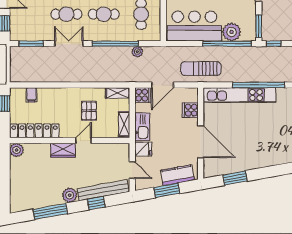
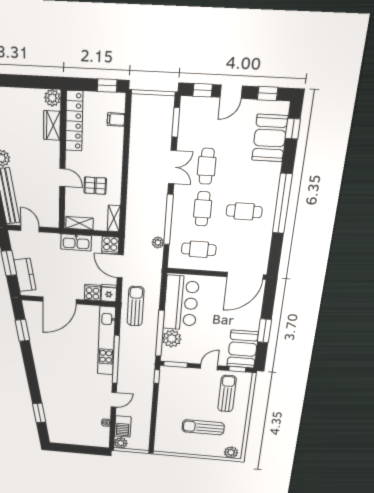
fridge: (143, 149) -> (109, 293), moved, turned 180
wardrobe: (63, 150) -> (52, 125), moved
door: (132, 170) -> (30, 229), swing flipped

